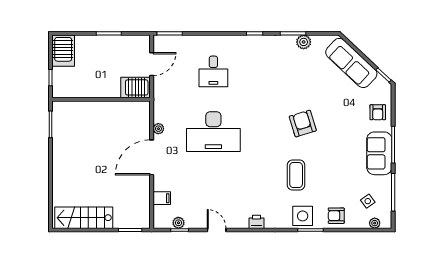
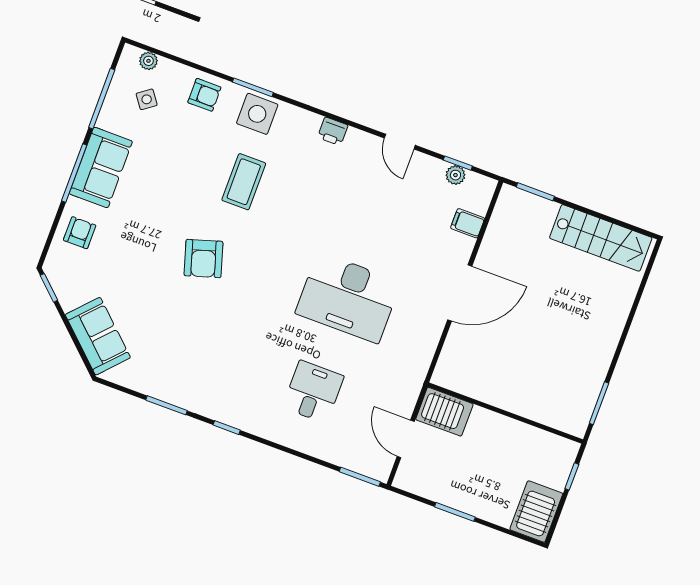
plant: (304, 42) -> (155, 386), removed
sofa: (351, 63) -> (98, 336), width x0.73
door: (152, 64) -> (406, 439), hinge flipped
plant: (158, 129) -> (432, 334), removed
desk: (213, 132) -> (348, 297), turned 180

